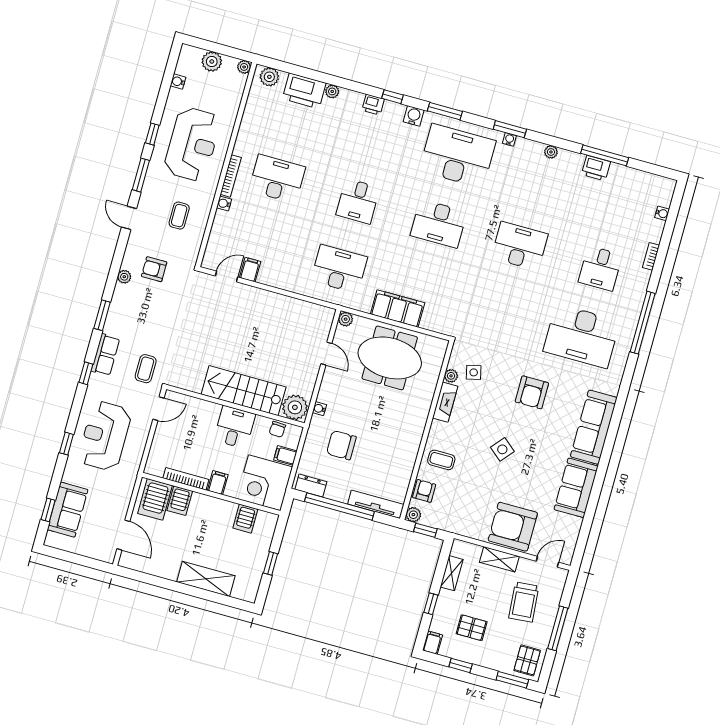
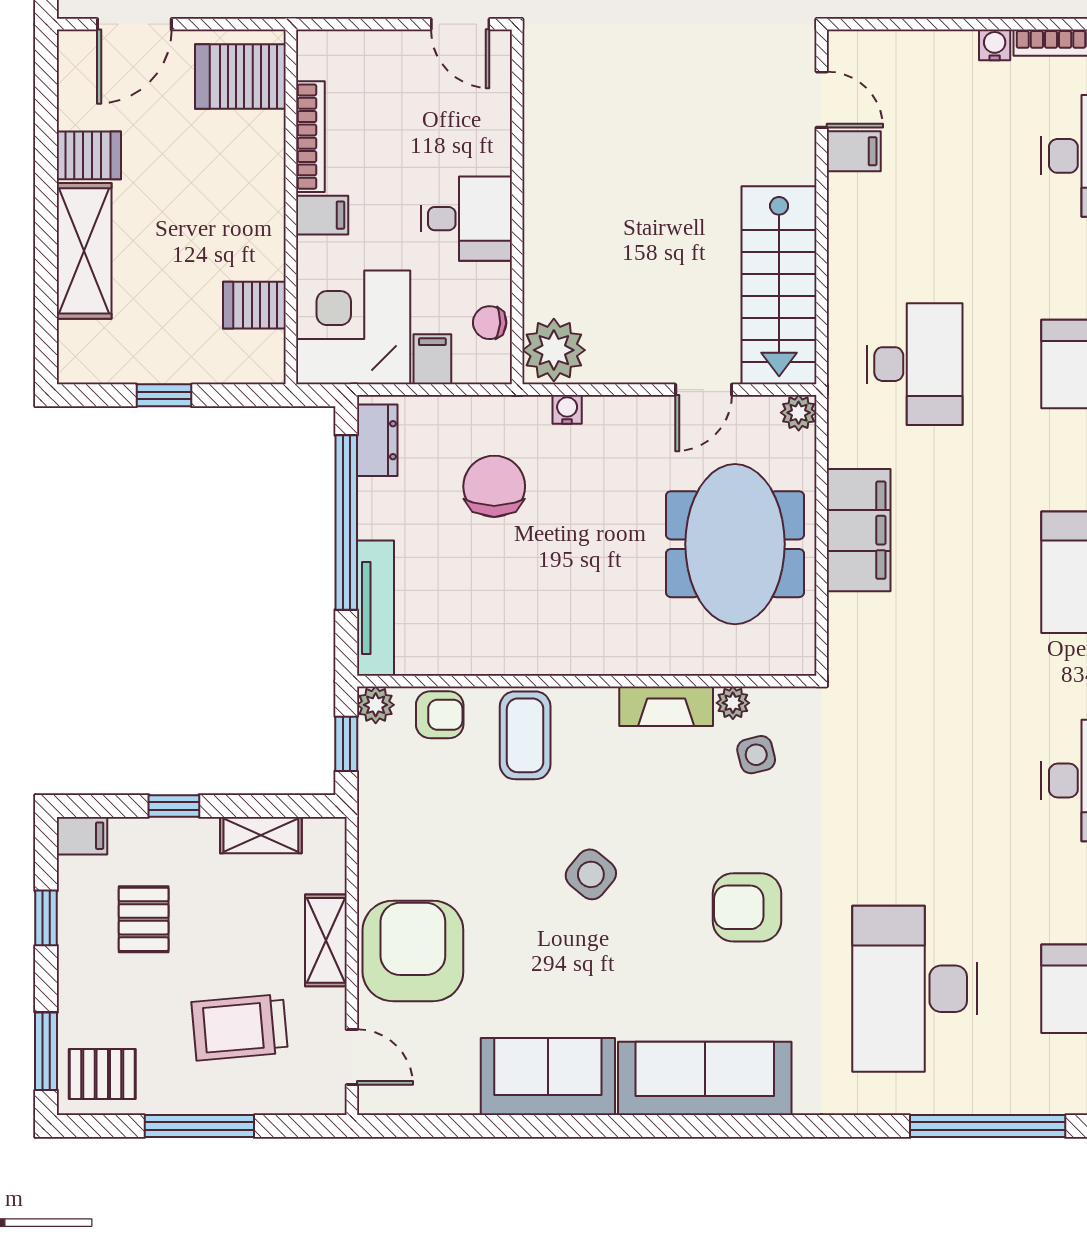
stairs: (244, 391) -> (779, 285), moved, turned 180
coffee table: (441, 460) -> (525, 735), width x1.36, depth x1.30
server rack: (180, 501) -> (89, 155), moved, turned 180

